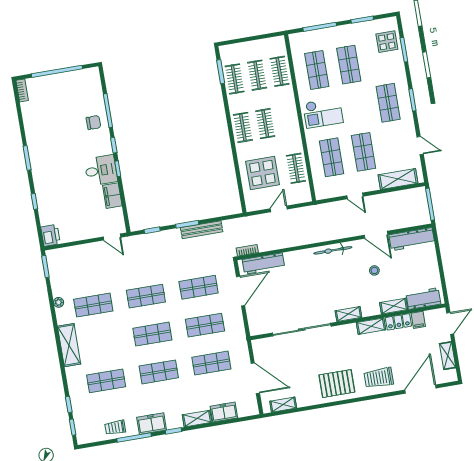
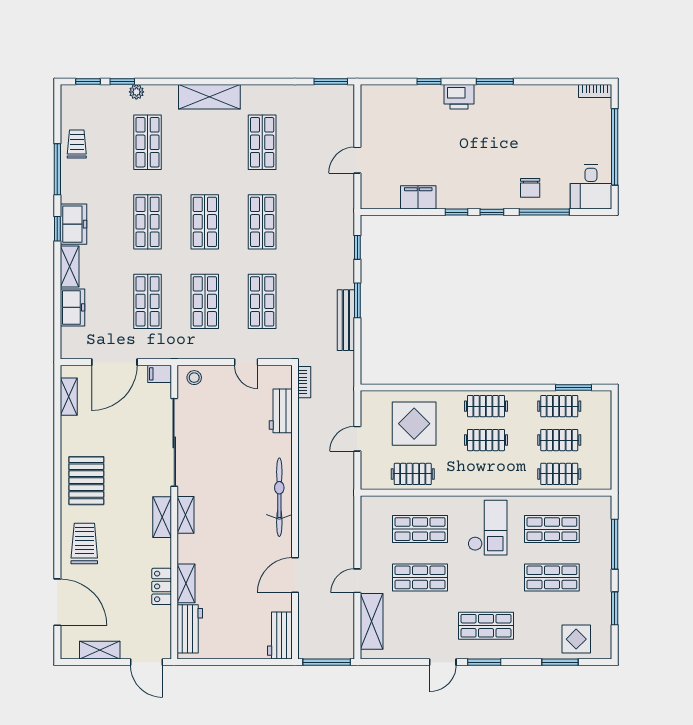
checkout: (323, 113) -> (488, 528), turned 180
door: (420, 145) -> (443, 662), moved
desk: (101, 170) -> (591, 187), moved
door: (355, 196) -> (357, 581), moved
door: (279, 209) -> (357, 439), swing flipped
printer: (51, 235) -> (459, 97), moved
door: (112, 237) -> (357, 160), moved
workbench: (412, 239) -> (280, 636), width x0.73
bicycle: (333, 250) -> (279, 497), width x1.37, depth x1.40
workbench: (263, 264) -> (281, 411), width x0.73
stool: (374, 270) -> (194, 378), moved
door: (241, 291) -> (246, 362), width x0.53
plant: (59, 302) -> (136, 92), moved
filing cabinet: (418, 320) -> (160, 374), moved
shelving: (371, 326) -> (162, 517), moved
freezer: (152, 424) -> (73, 224), moved

